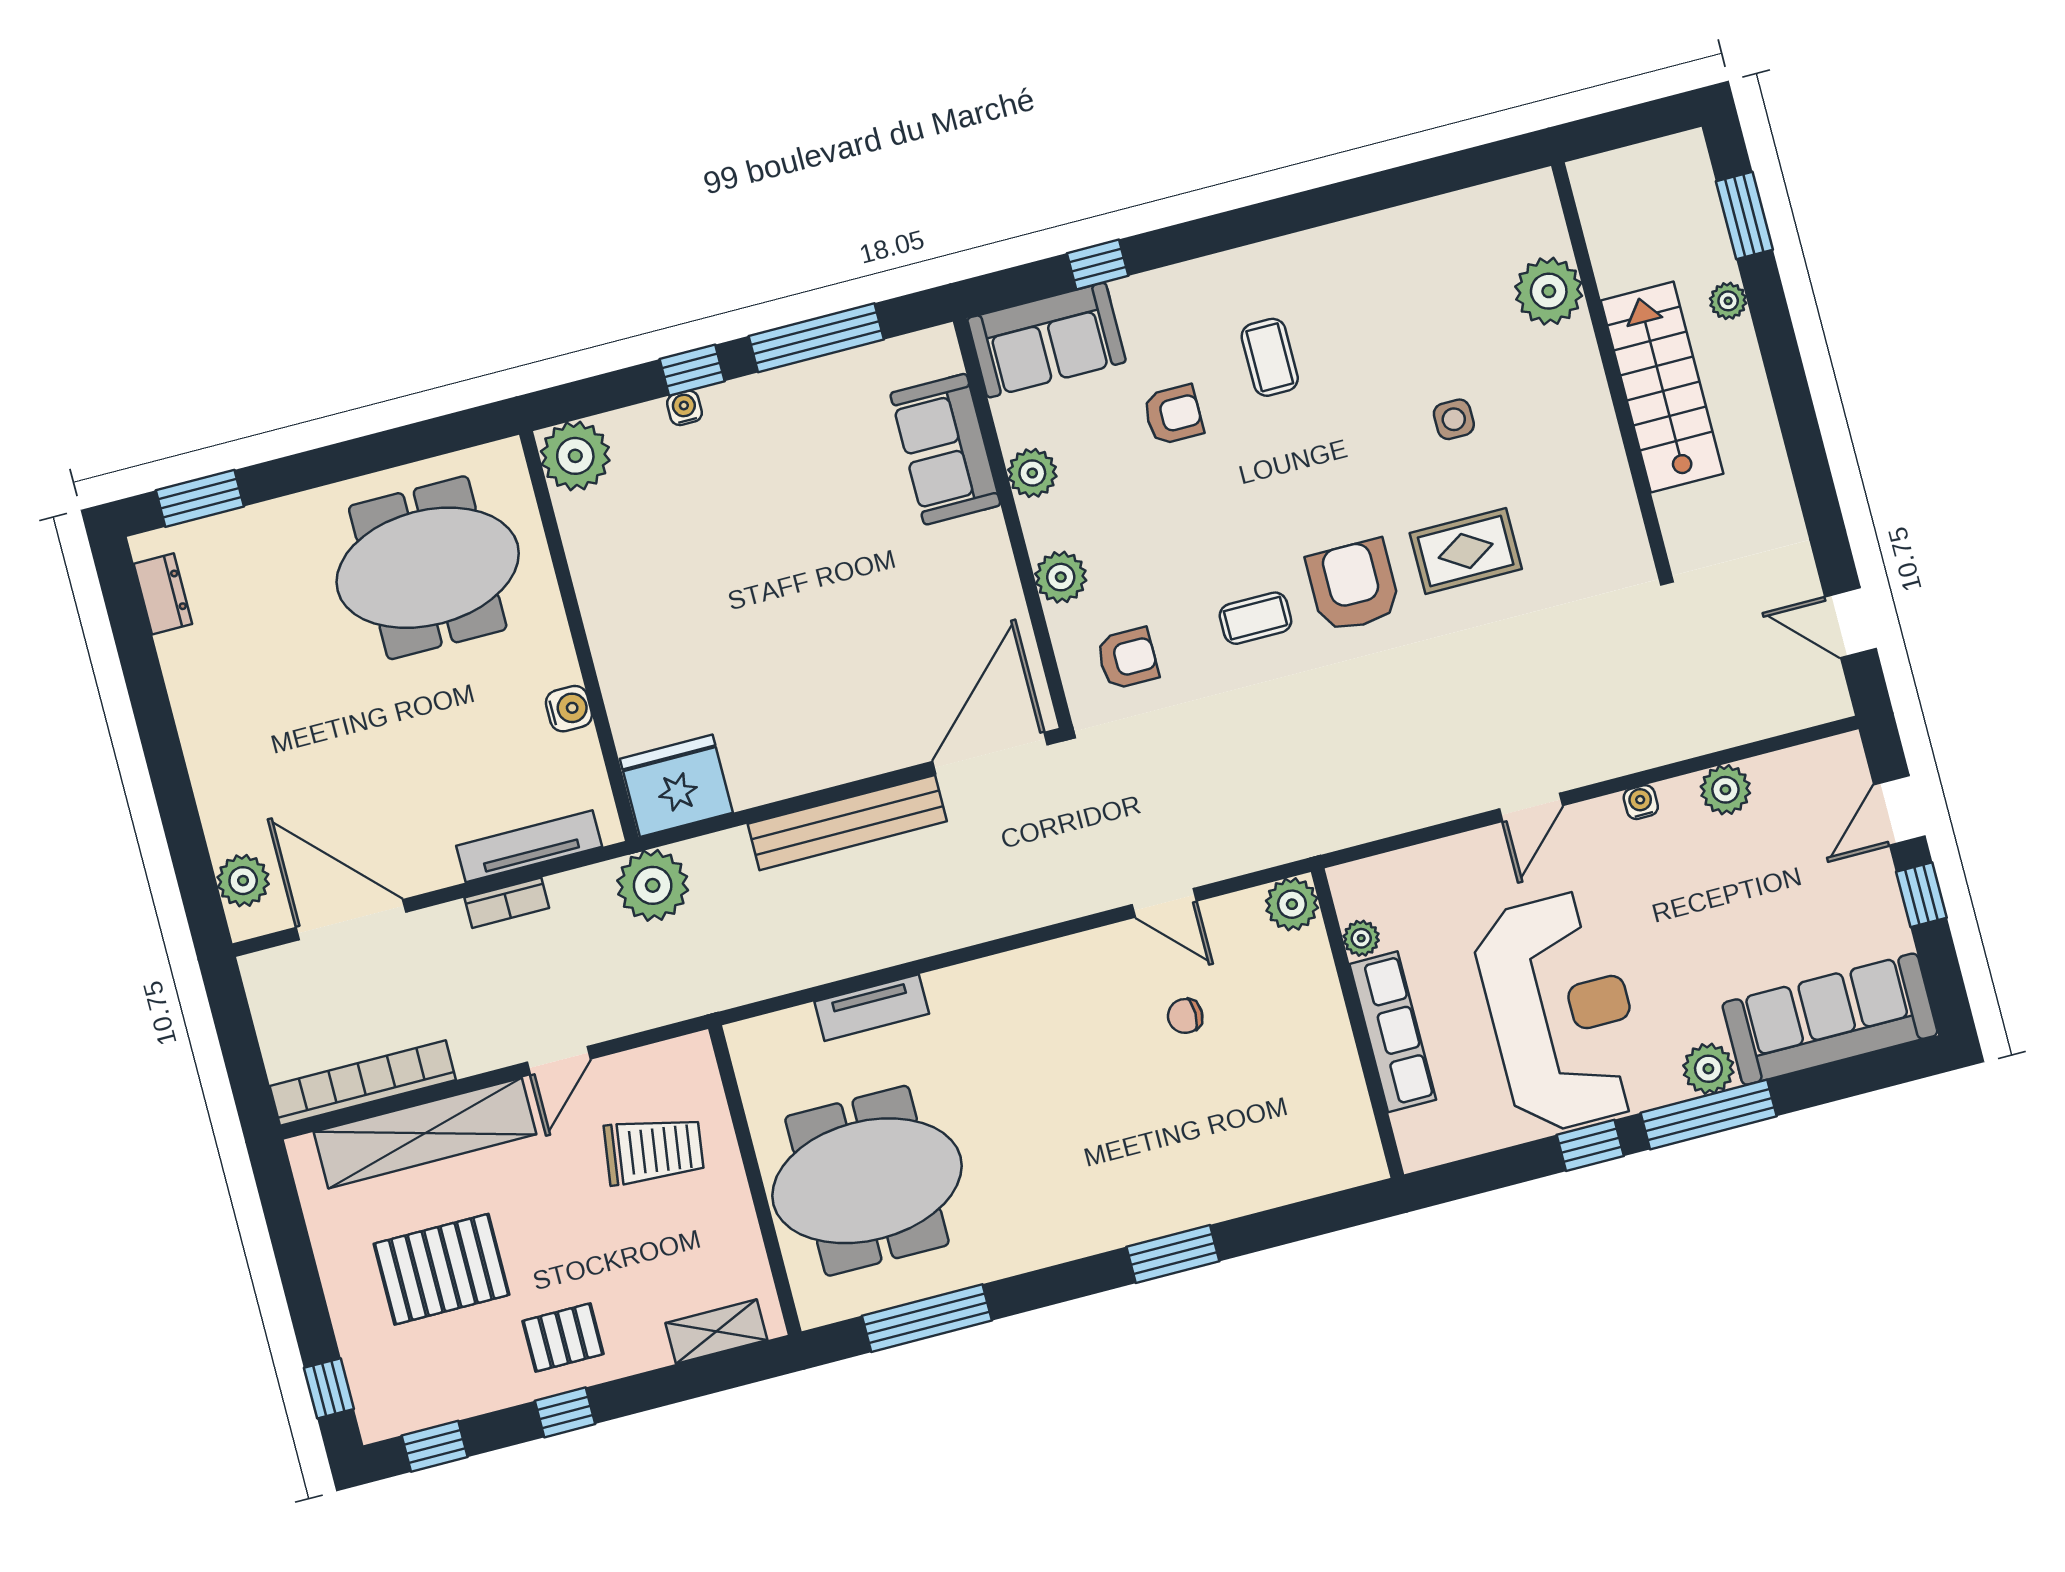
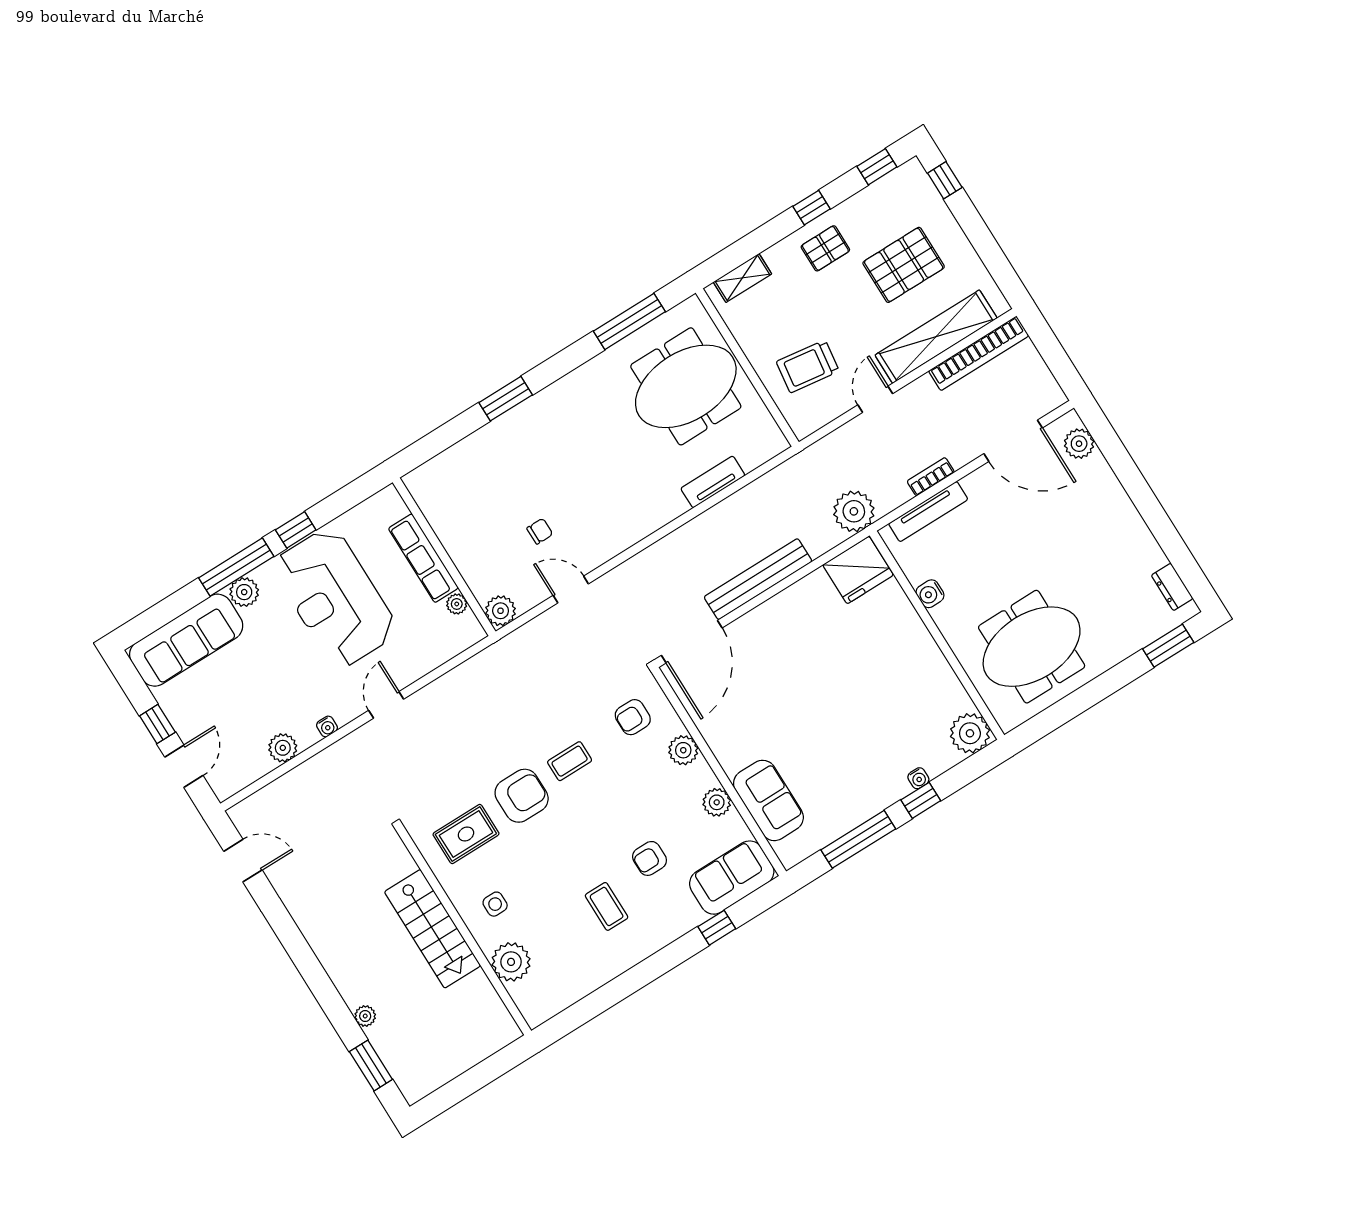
plant: (1549, 291) -> (511, 962), moved
wall: (1611, 367) -> (464, 931), moved
stairs: (1662, 387) -> (432, 929), moved
armchair: (1353, 586) -> (522, 796), turned -90

